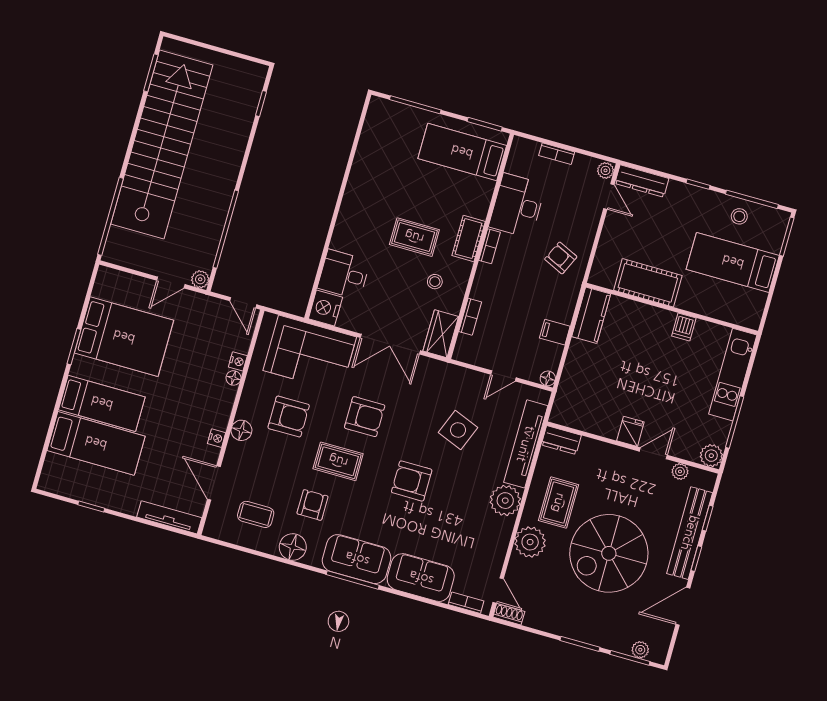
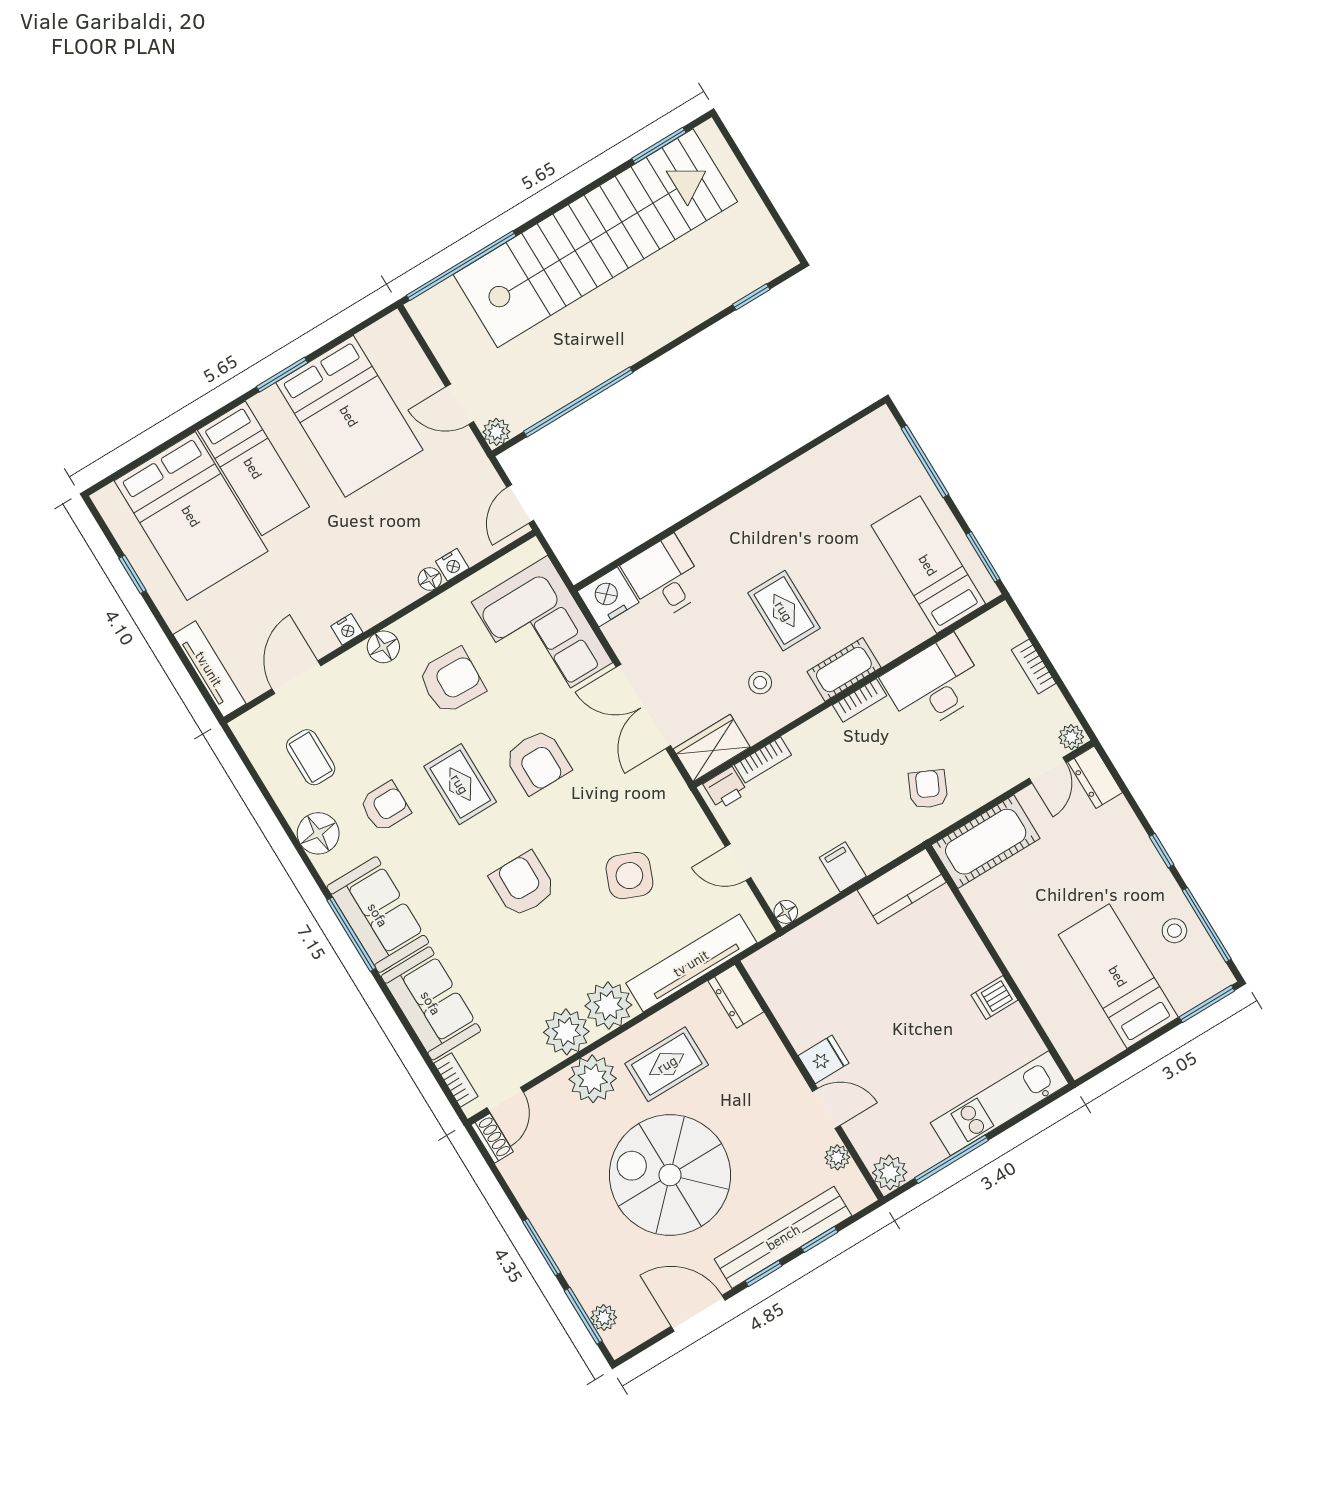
dresser: (642, 181) -> (1095, 777), width x0.70
cot: (648, 283) -> (986, 842), moved, turned 90
printer: (465, 347) -> (725, 788), added
armchair: (289, 417) -> (452, 681), turned -88
bed: (96, 443) -> (191, 516), width x1.50
plant: (497, 531) -> (566, 1032), added

